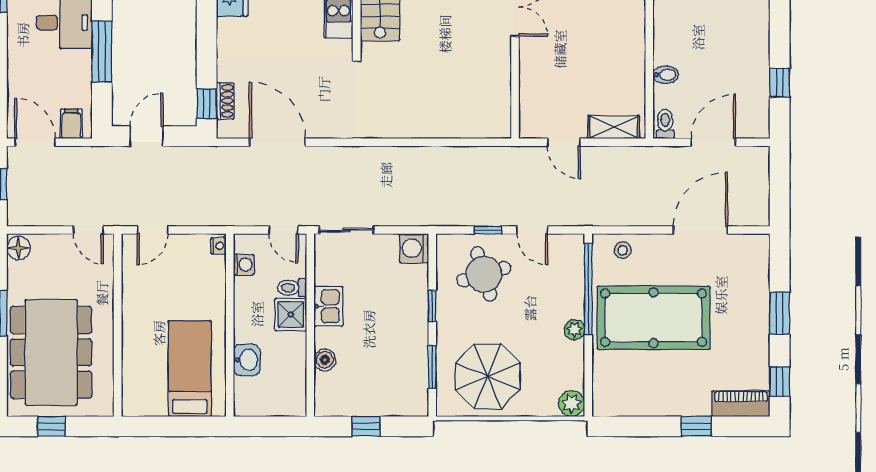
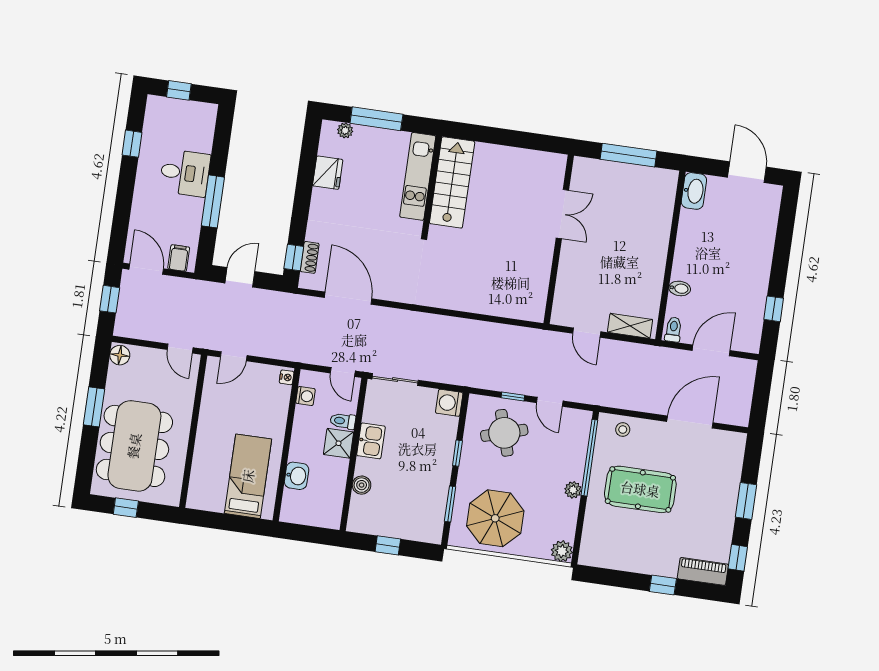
pool table: (654, 318) -> (640, 489), width x0.73, depth x0.76

